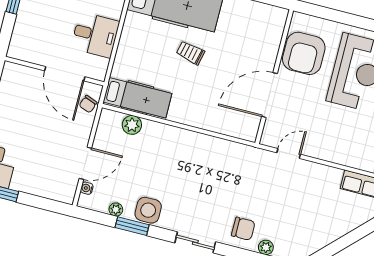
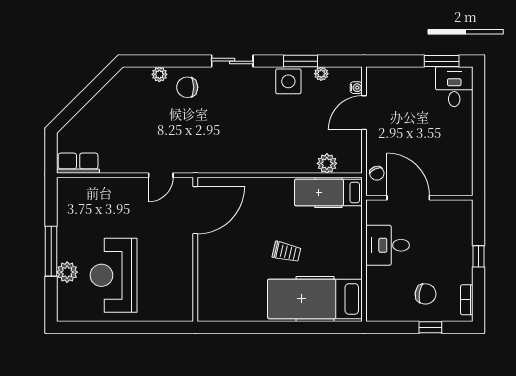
armchair: (304, 53) -> (171, 281), removed
door: (269, 95) -> (195, 210), moved
chair: (88, 104) -> (377, 173), turned 135

